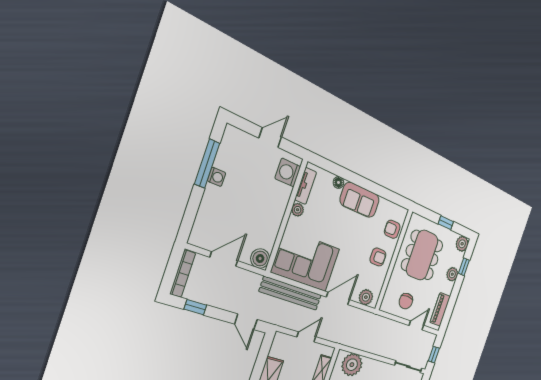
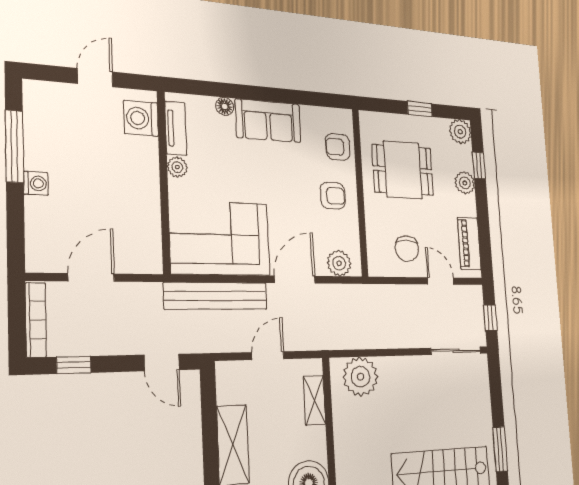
washing machine: (217, 177) -> (36, 183), moved
dining table: (422, 255) -> (403, 170), width x0.73
boiler: (260, 259) -> (147, 258), removed
door: (416, 325) -> (441, 281), hinge flipped

